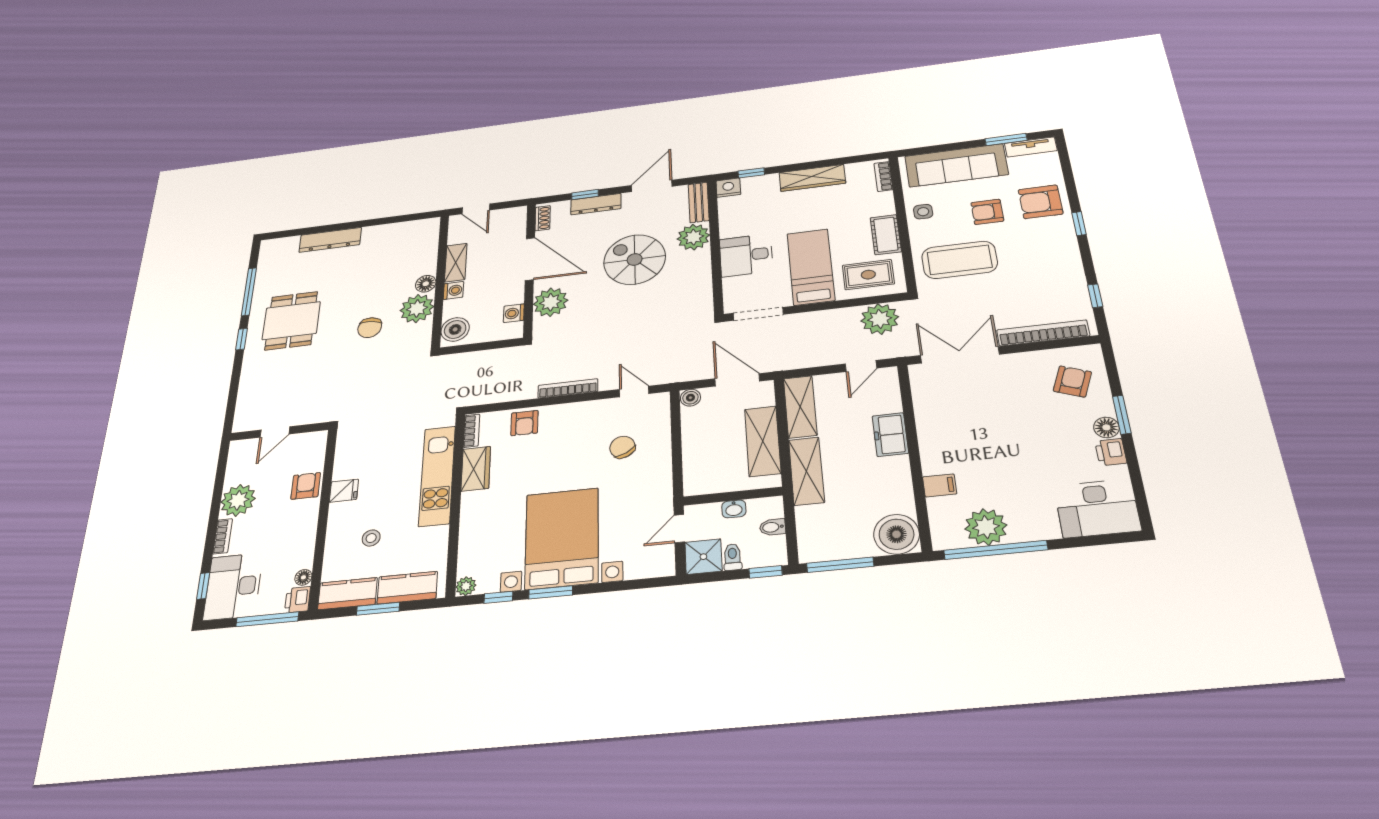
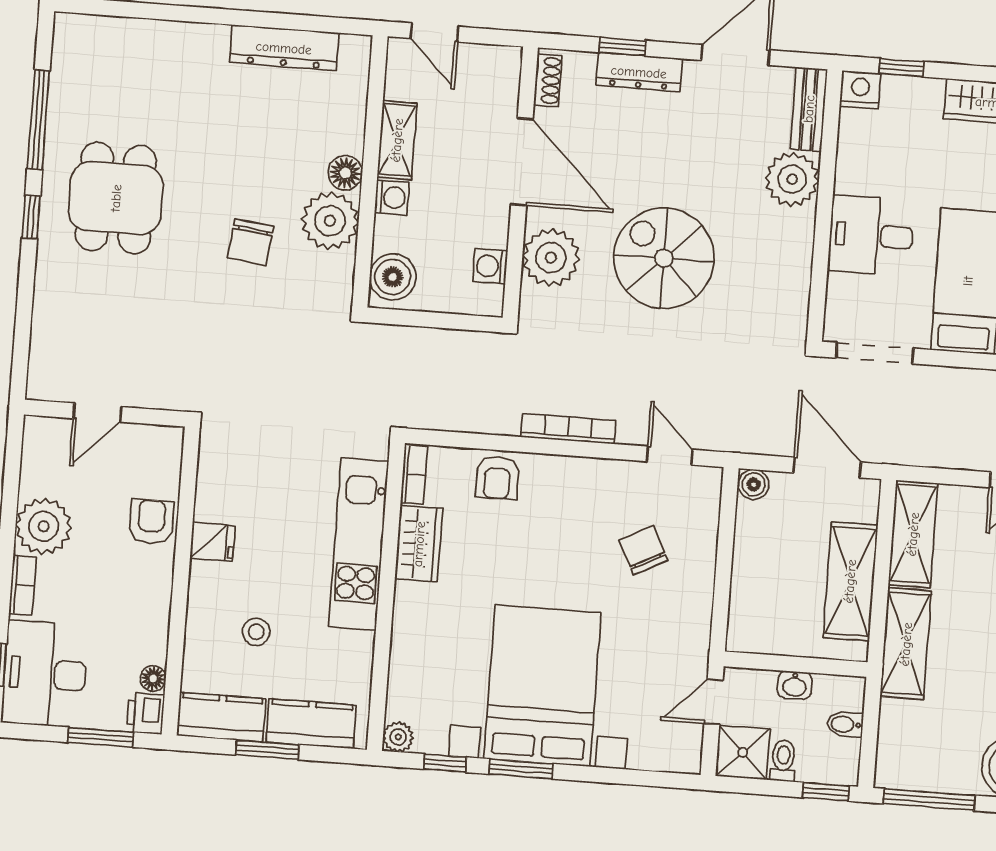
dresser: (330, 240) -> (284, 48), moved
spiral stairs: (635, 259) -> (664, 258), moved
window: (267, 619) -> (100, 737), width x0.69

